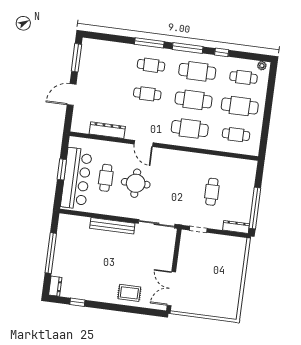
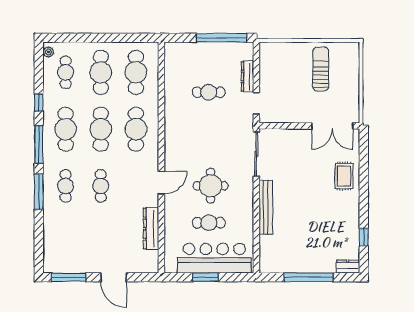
cafe table: (236, 135) -> (136, 72), width x1.37, depth x1.35
dresser: (236, 227) -> (247, 77), moved
sun lounger: (219, 285) -> (321, 69), added

